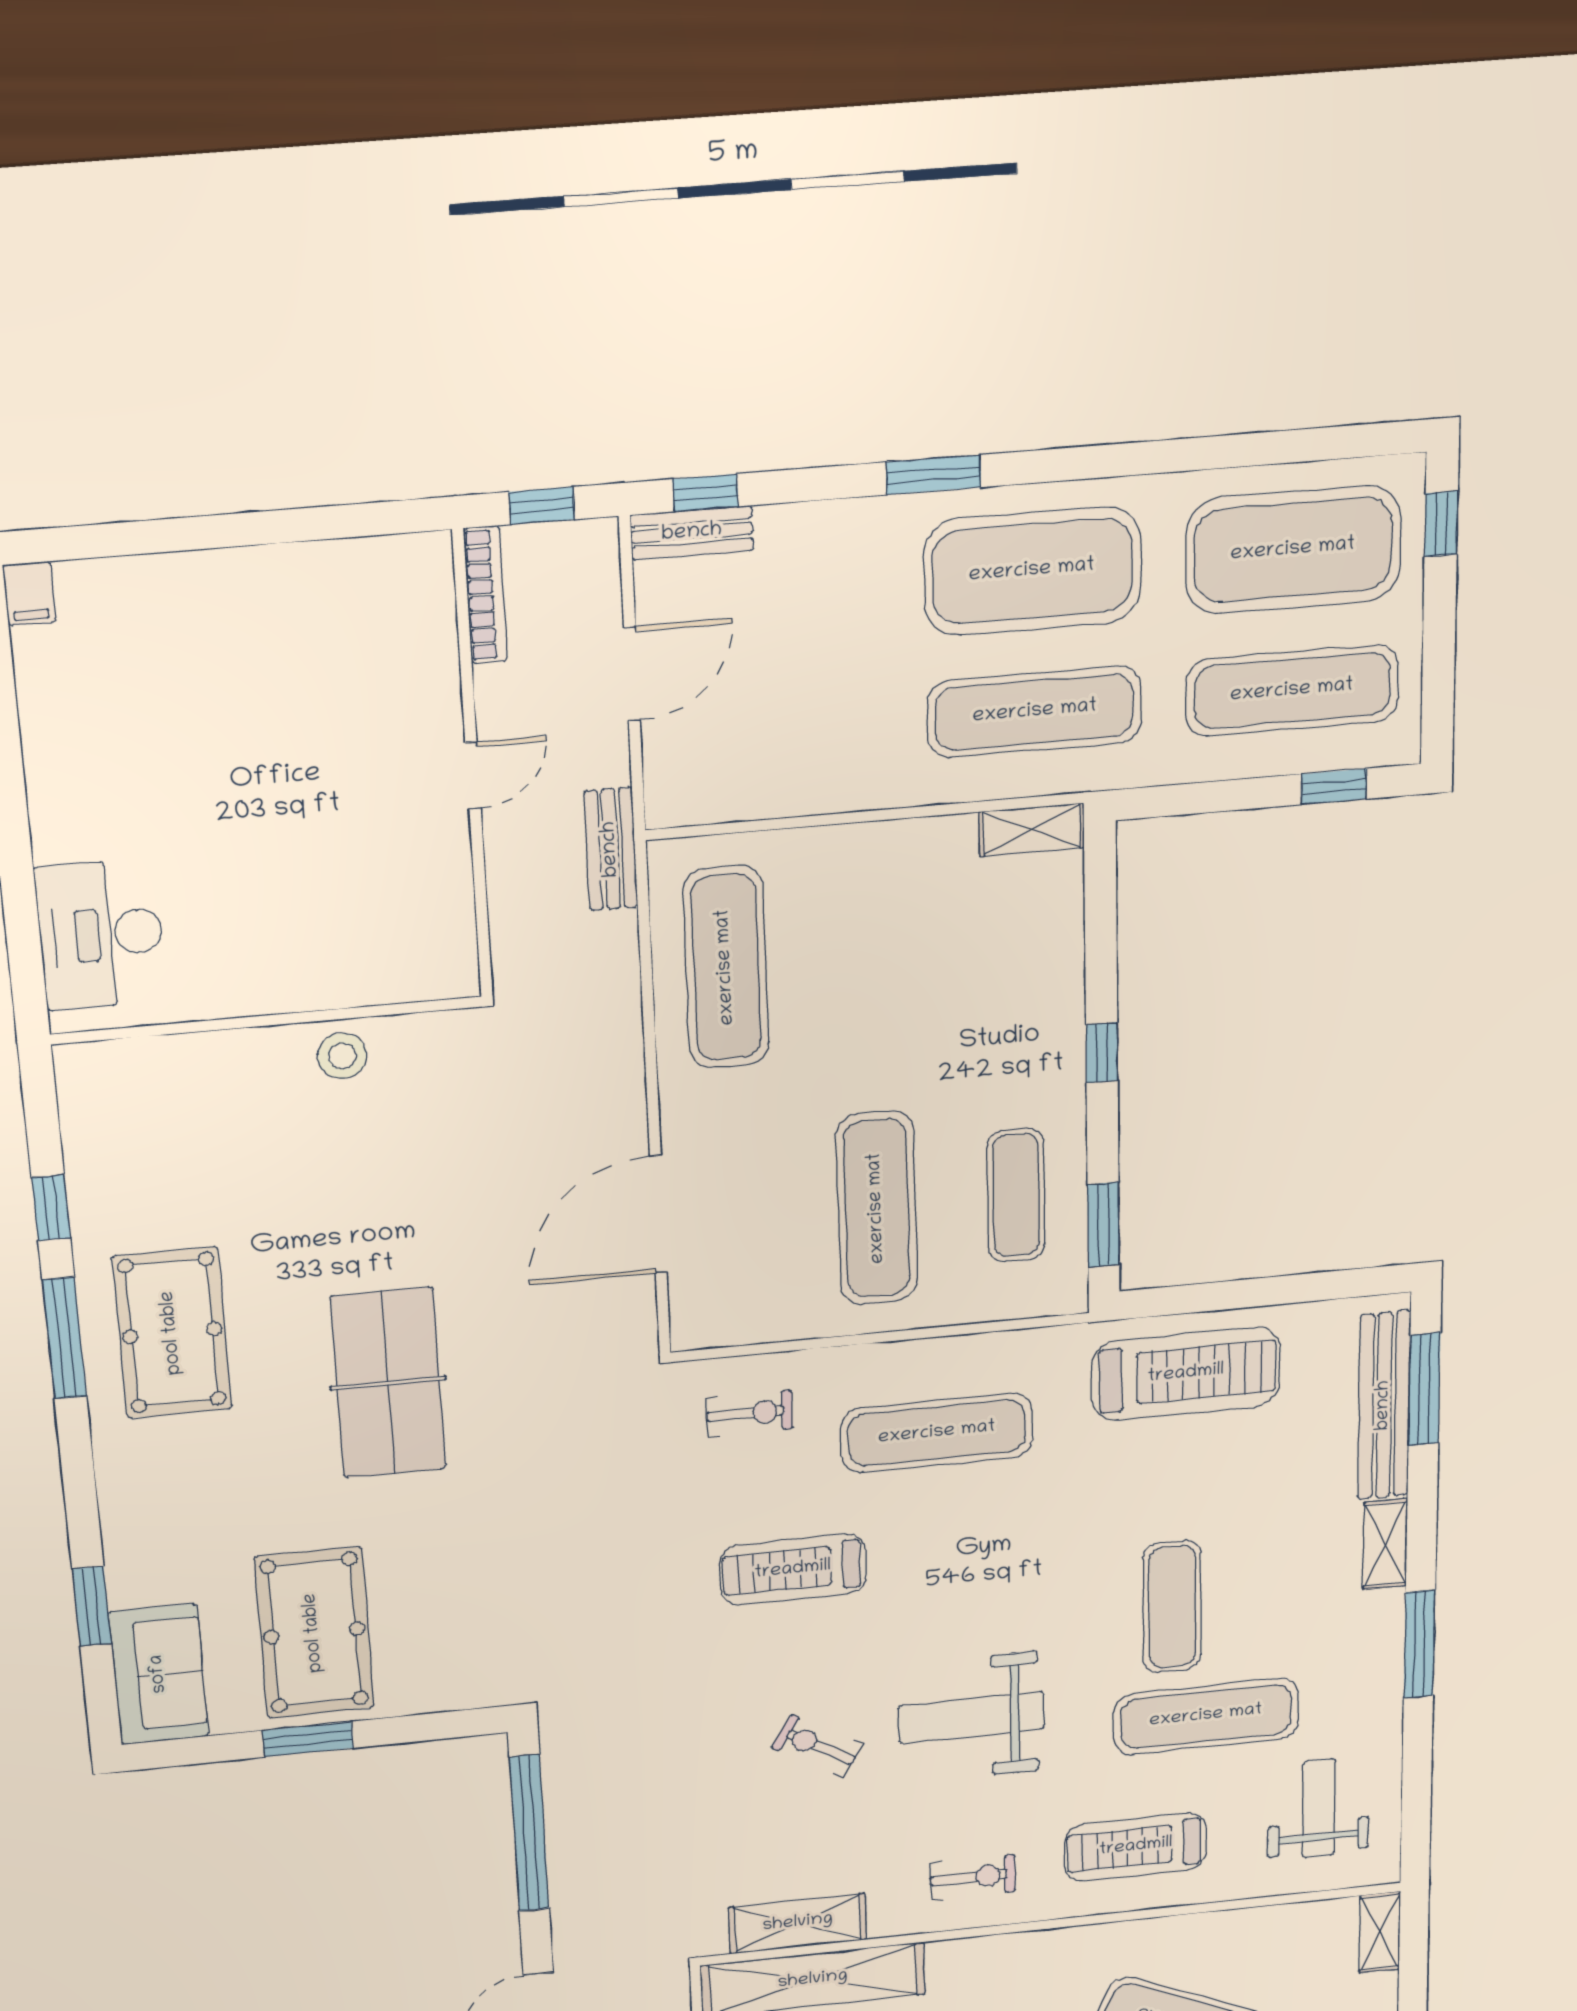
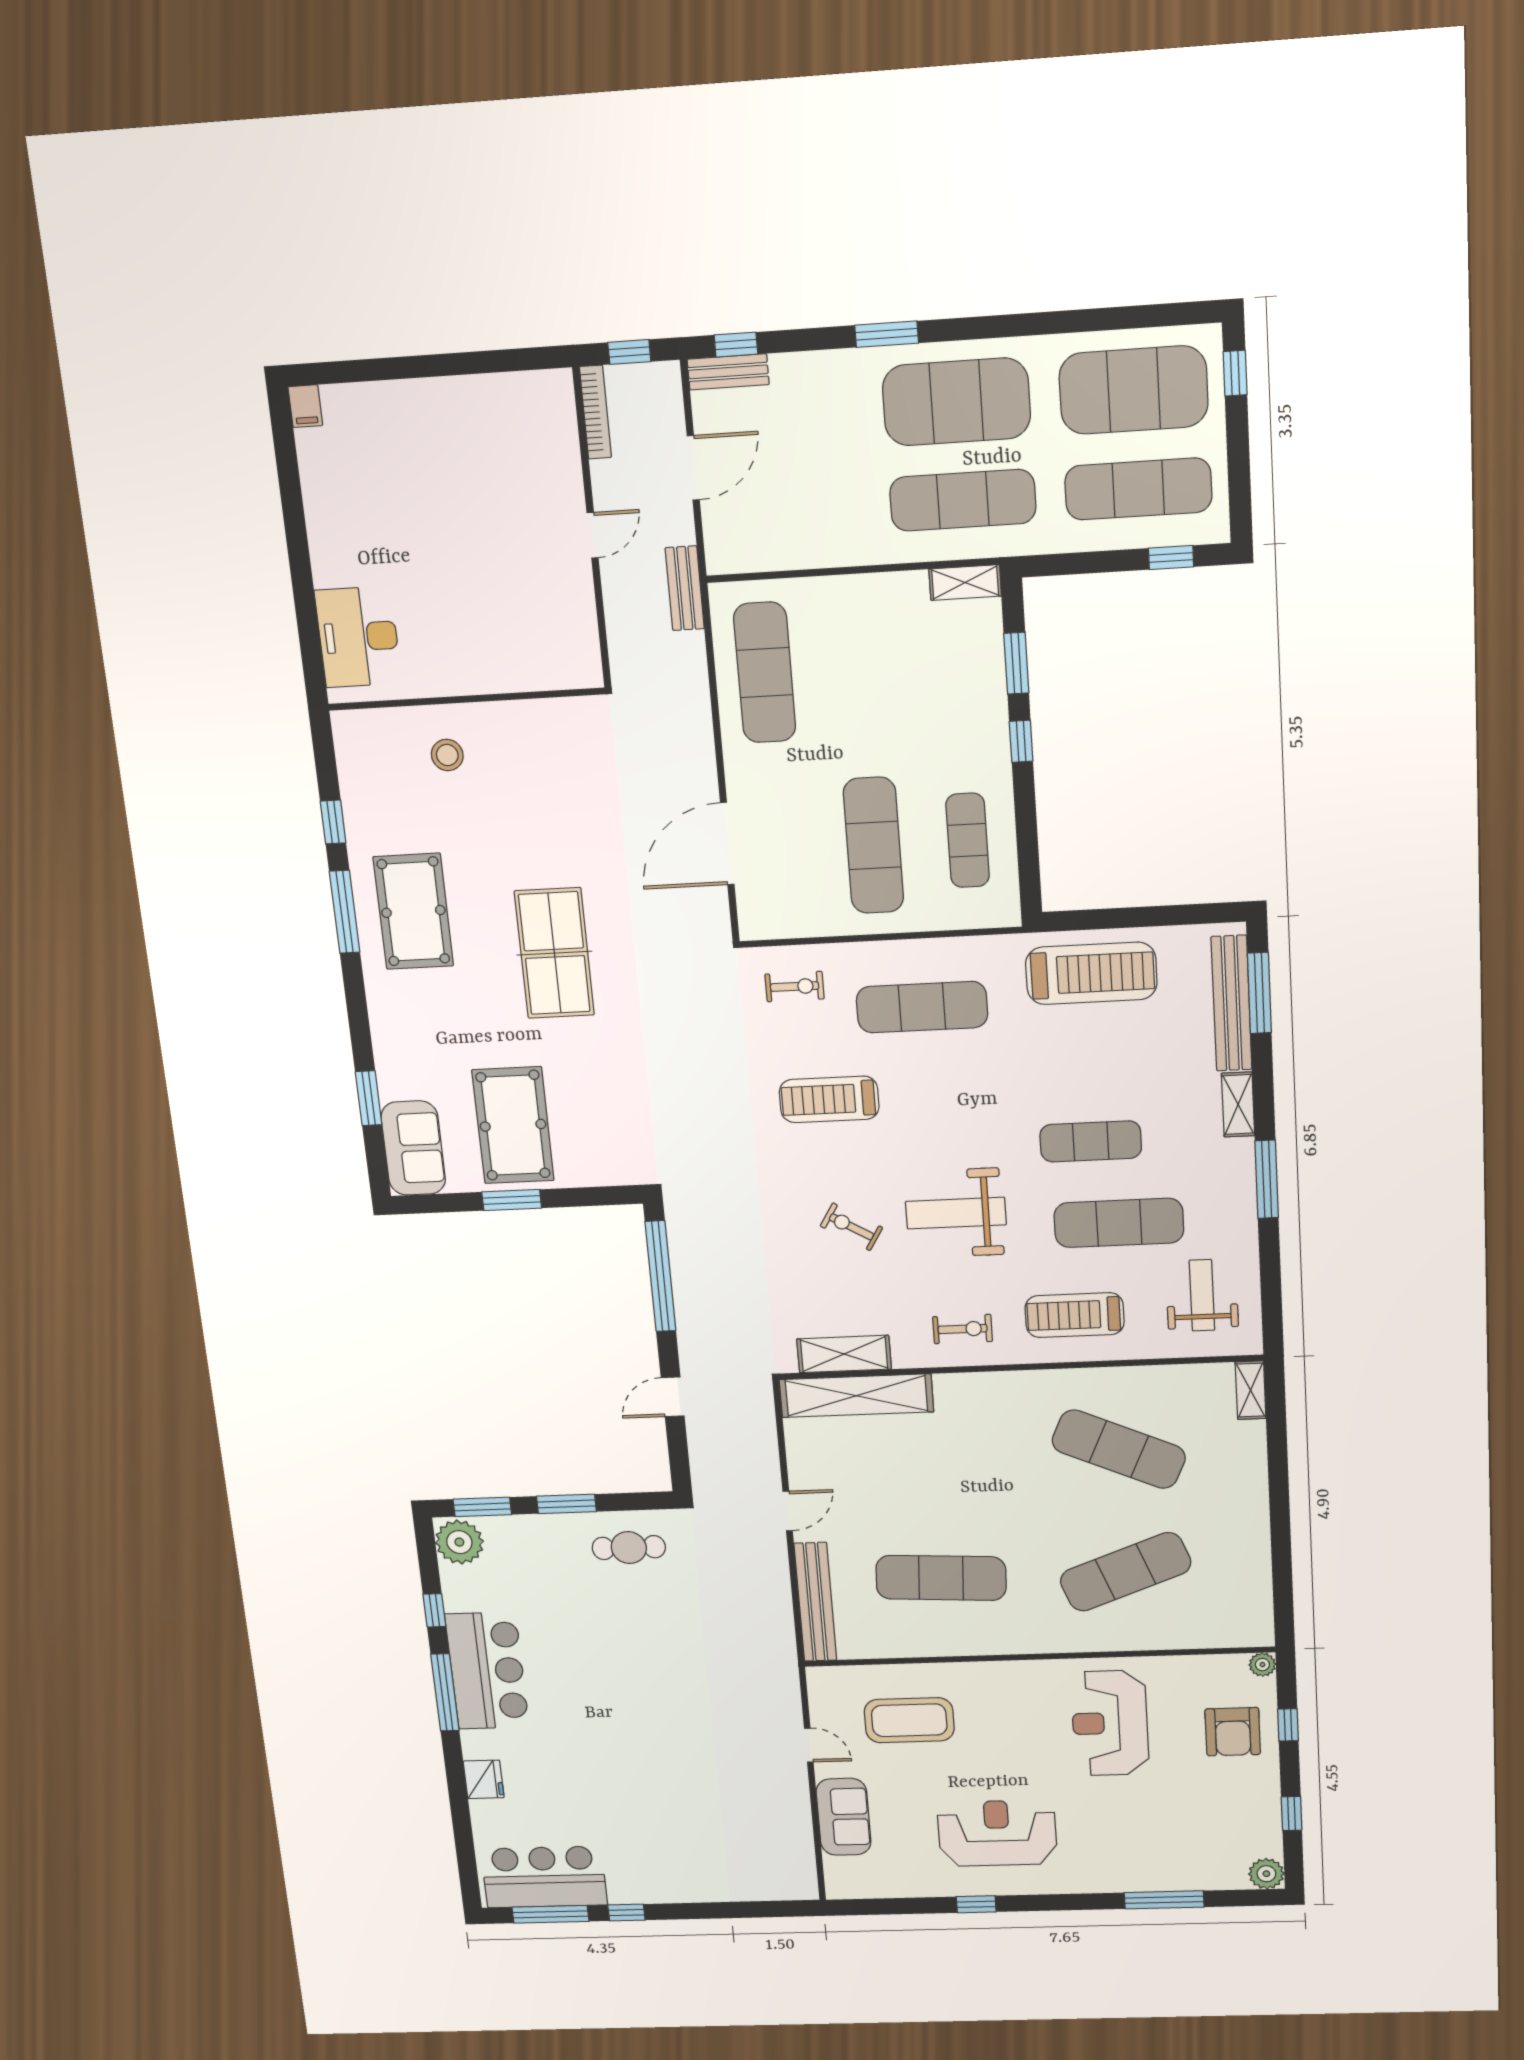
stool: (342, 1056) -> (447, 755), moved
window: (1103, 1224) -> (1016, 663), moved
exercise mat: (1172, 1607) -> (1091, 1141), turned 90

